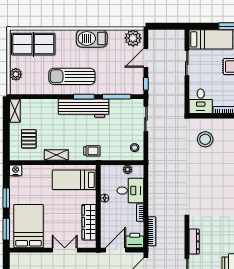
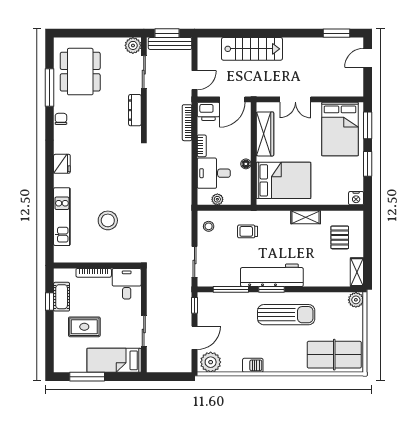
barbecue: (92, 38) -> (253, 365), width x0.53, depth x0.65
plant: (16, 74) -> (356, 300), moved
stool: (205, 139) -> (108, 220), moved
trolley: (92, 151) -> (248, 231), moved
bed: (74, 180) -> (284, 180), width x1.50

